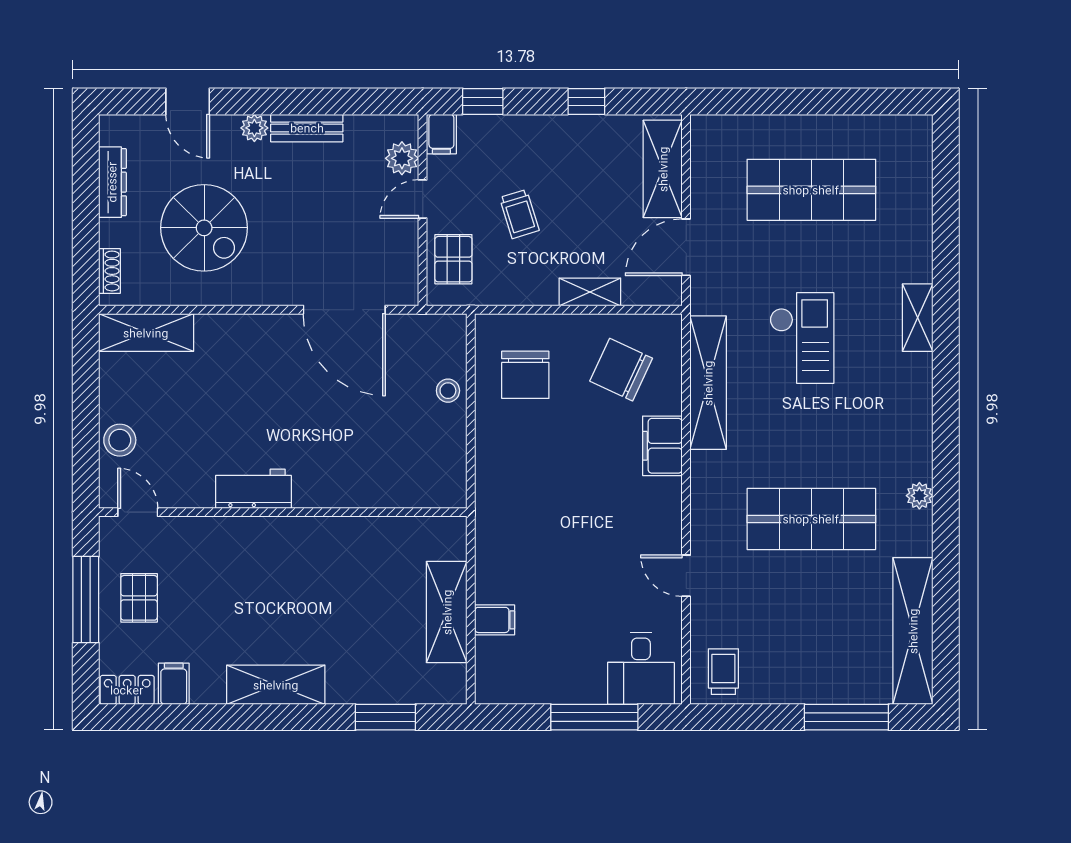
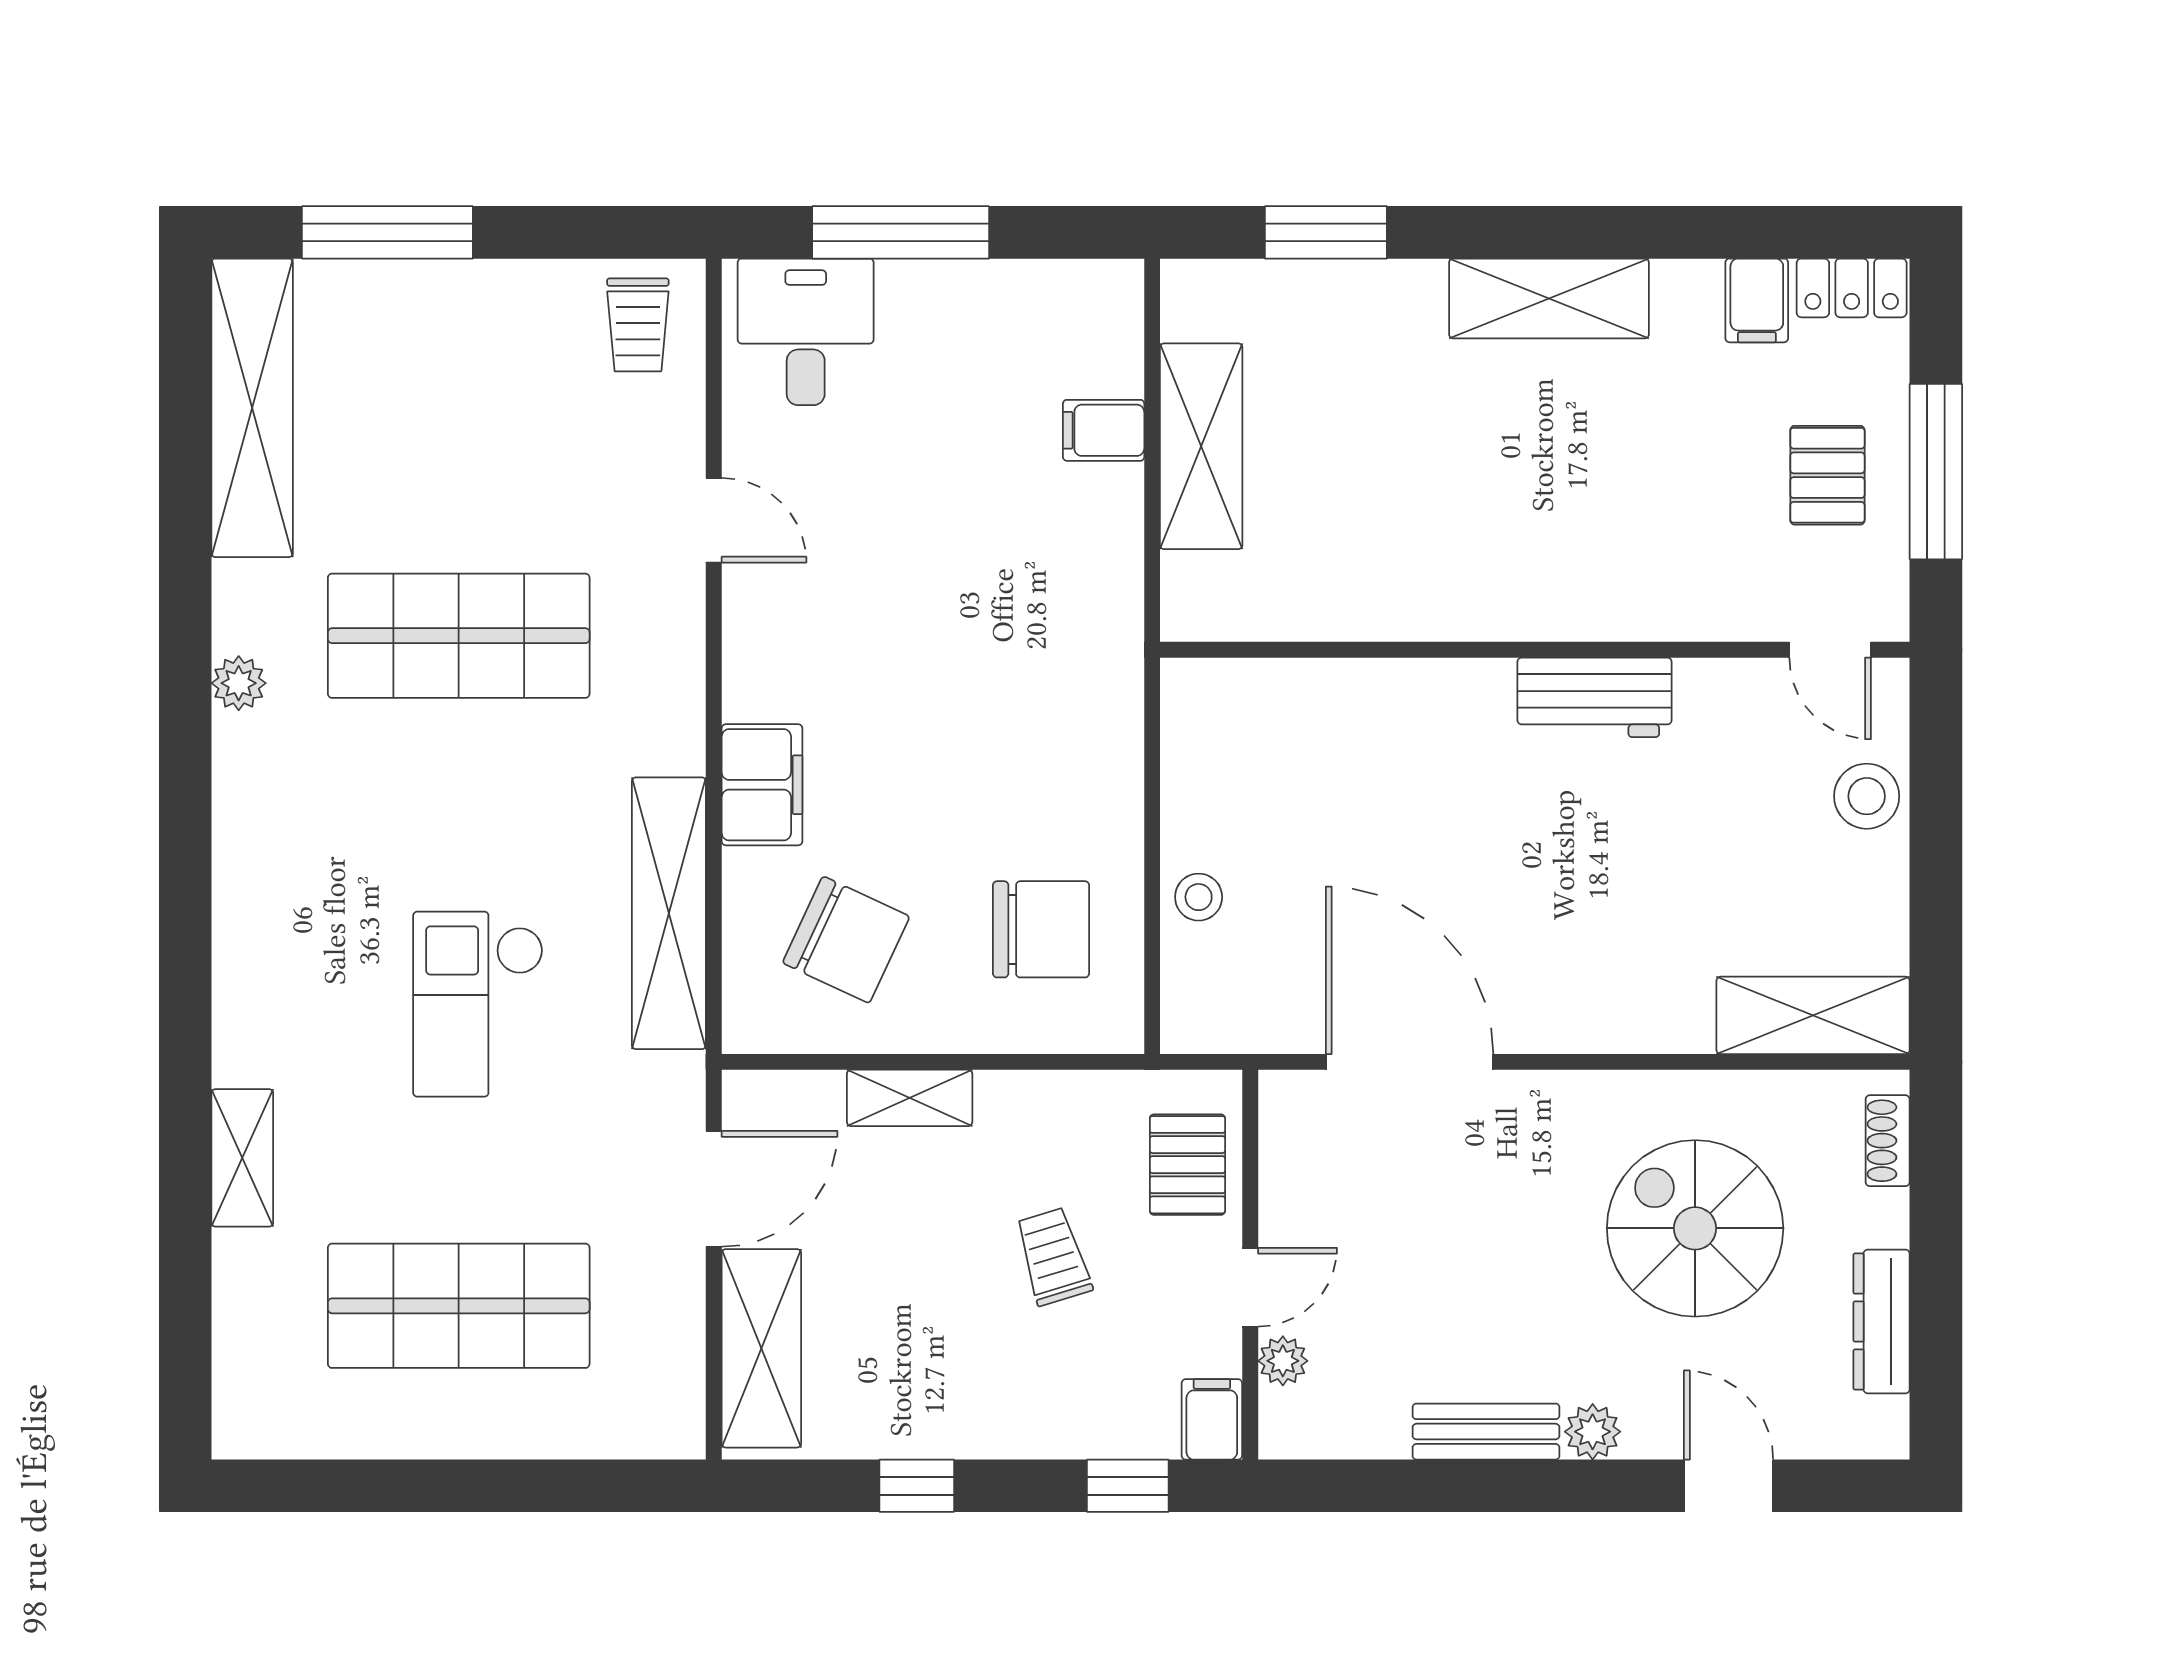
plant: (402, 158) -> (1283, 1361), width x0.73, depth x0.73
shelving: (918, 318) -> (242, 1158), moved
chair: (525, 375) -> (1041, 929), turned 90

